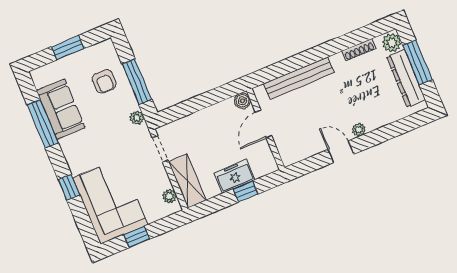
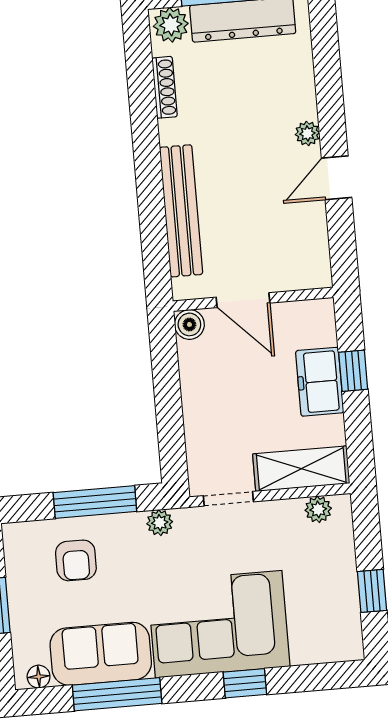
floor lamp: (39, 81) -> (39, 677), added
armchair: (104, 81) -> (76, 560), turned 90
corner sofa: (110, 201) -> (219, 624), moved

